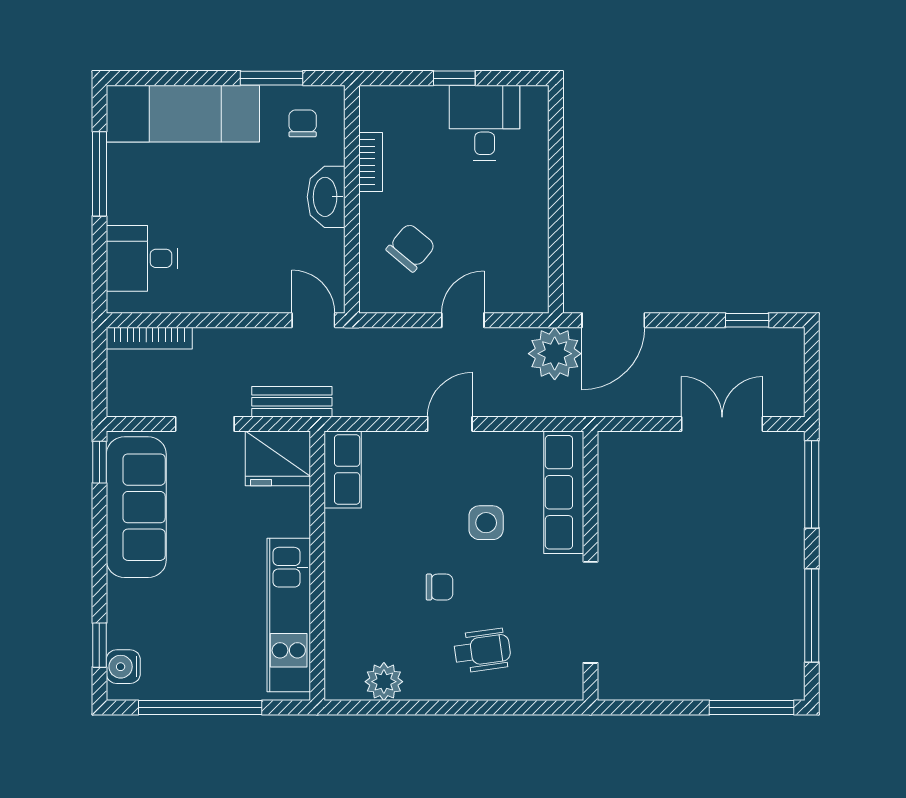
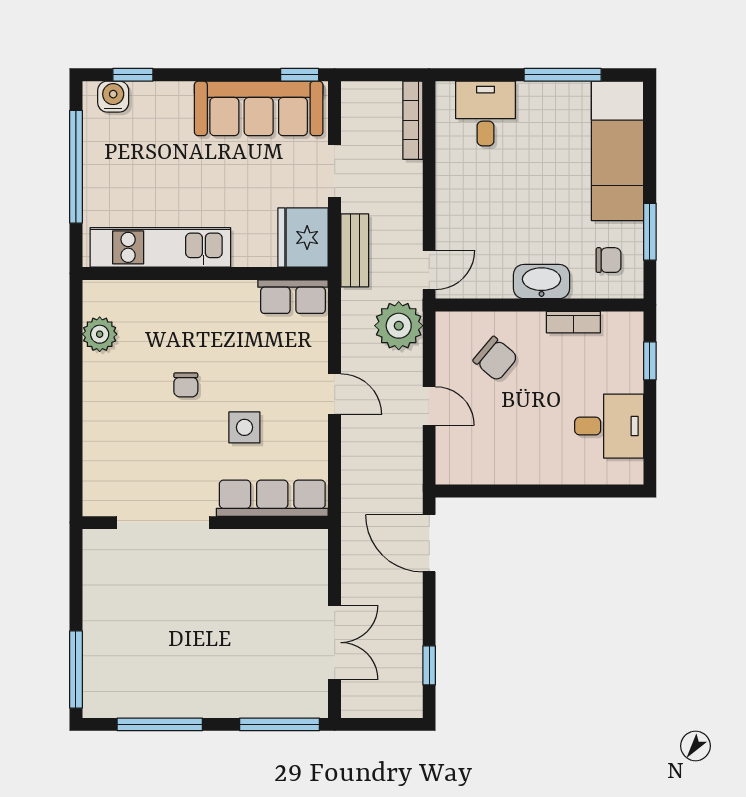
window: (454, 78) -> (650, 361), moved
plant: (555, 354) -> (399, 326), moved
wheelchair: (482, 651) -> (128, 424), removed

